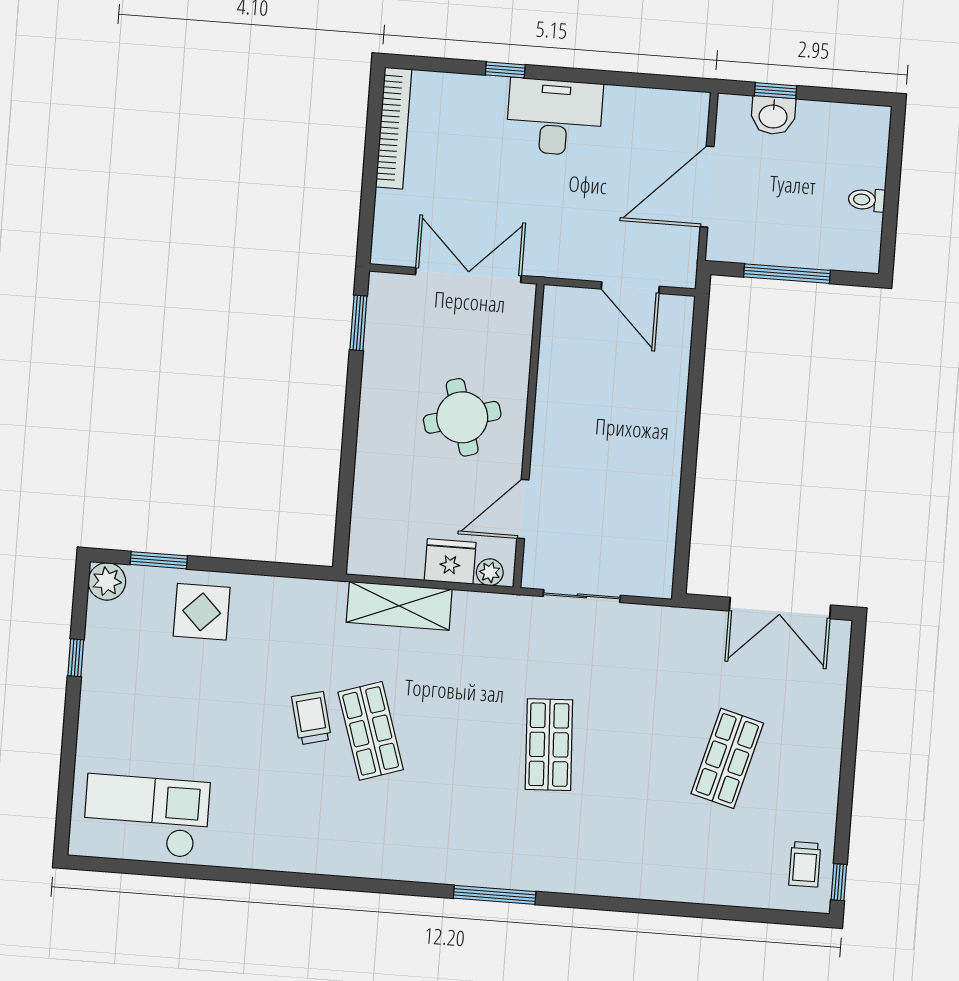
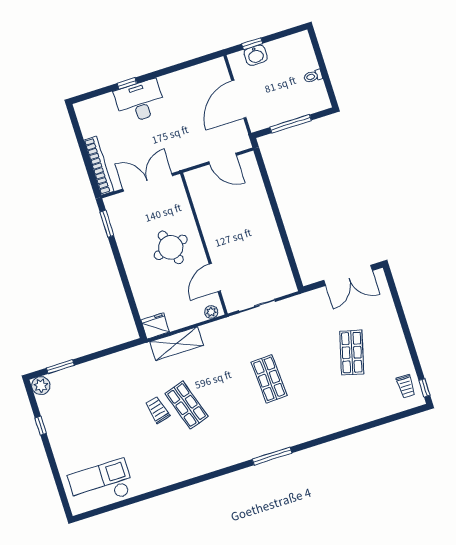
desk: (554, 117) -> (140, 101), moved
bookcase: (394, 128) -> (99, 166), moved
fridge: (450, 561) -> (155, 326), moved
display table: (202, 612) -> (89, 382), removed

